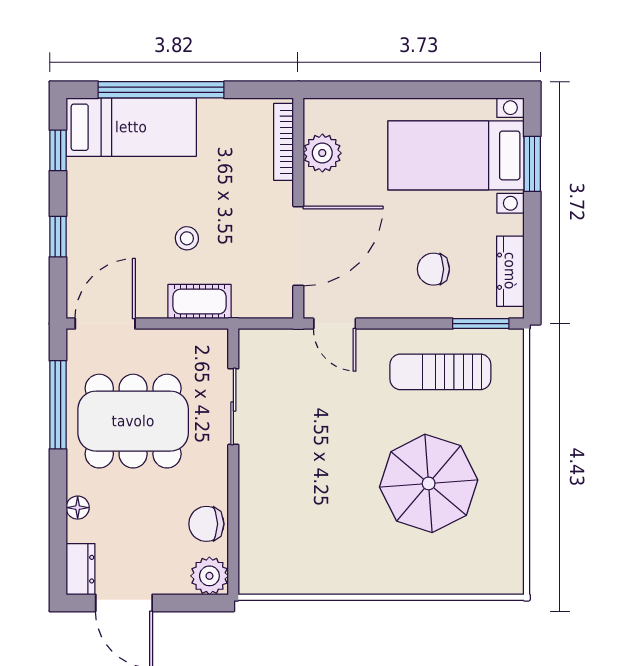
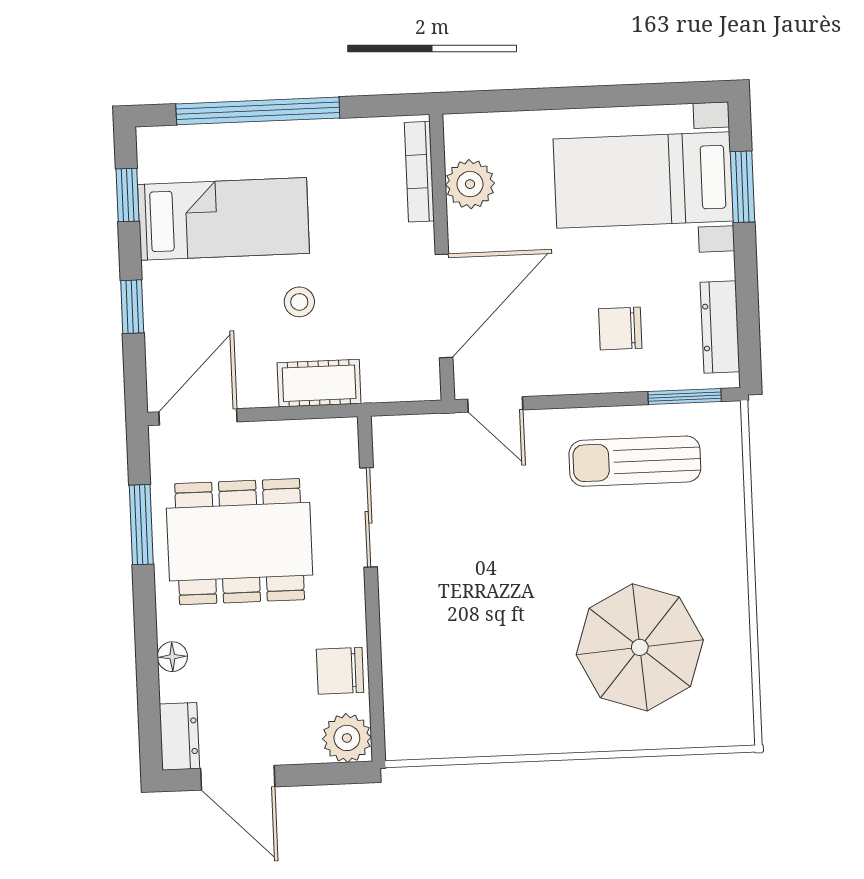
bed: (131, 127) -> (224, 219), moved
window: (58, 405) -> (141, 525), width x0.69
parasol: (429, 483) -> (640, 647), moved

